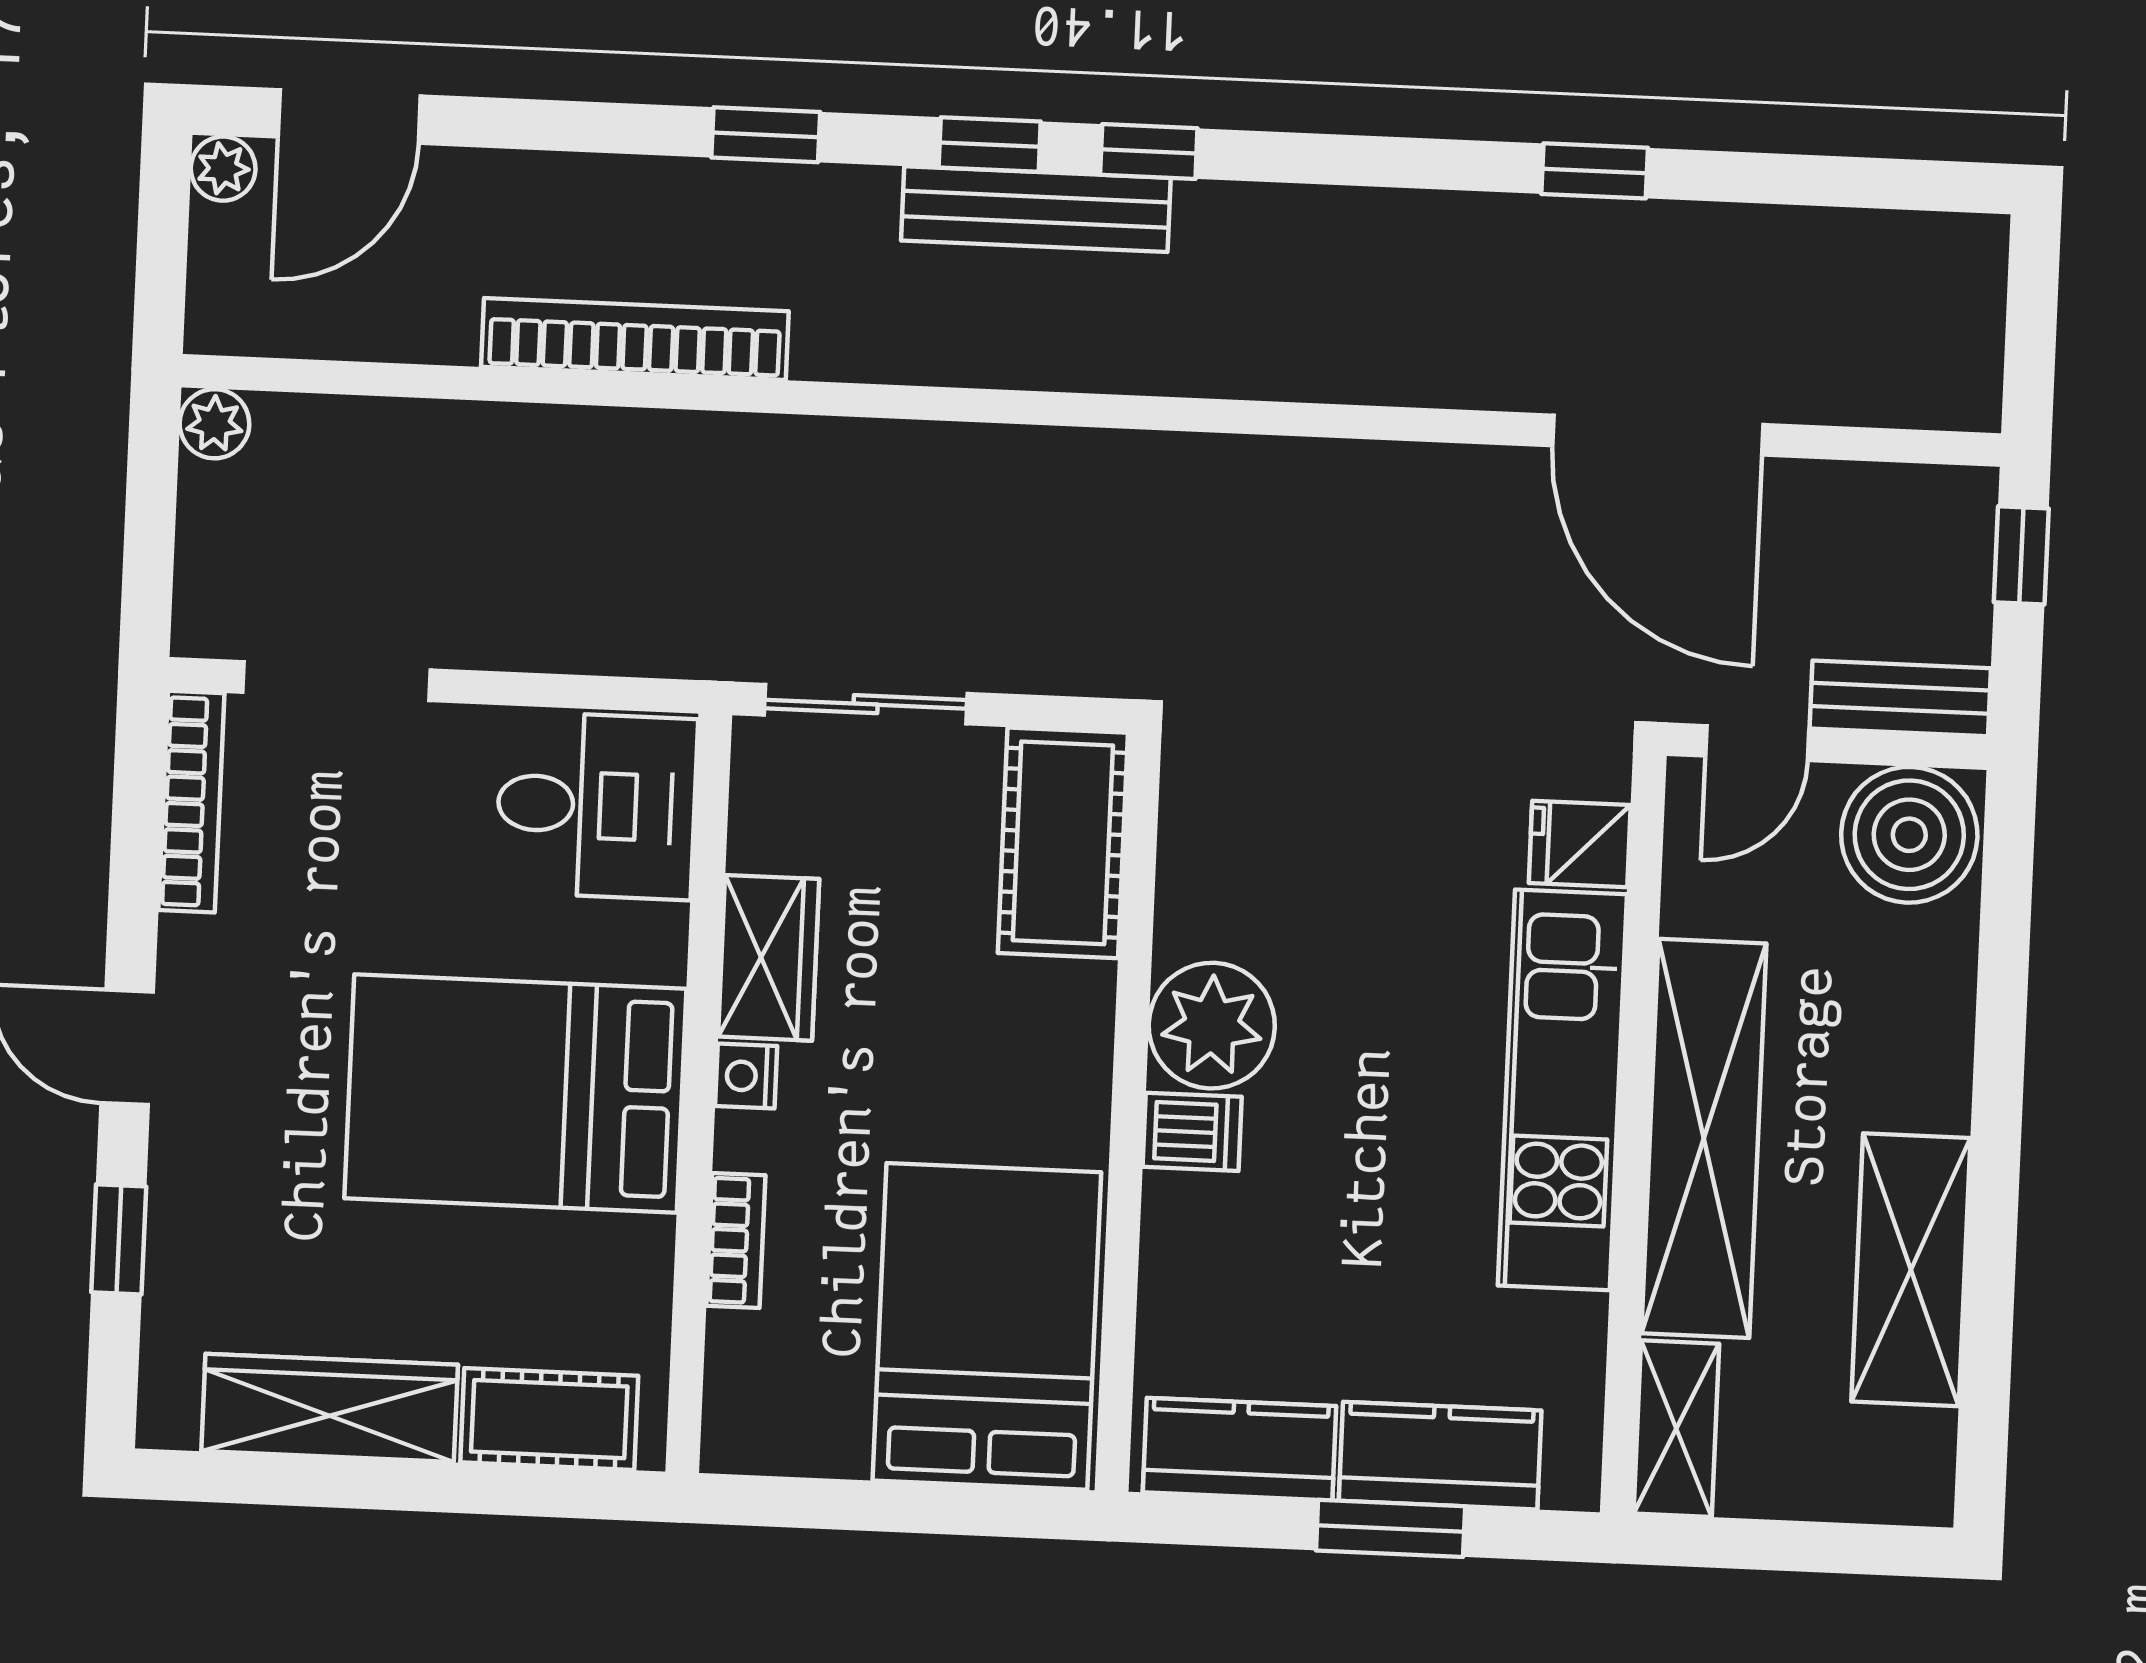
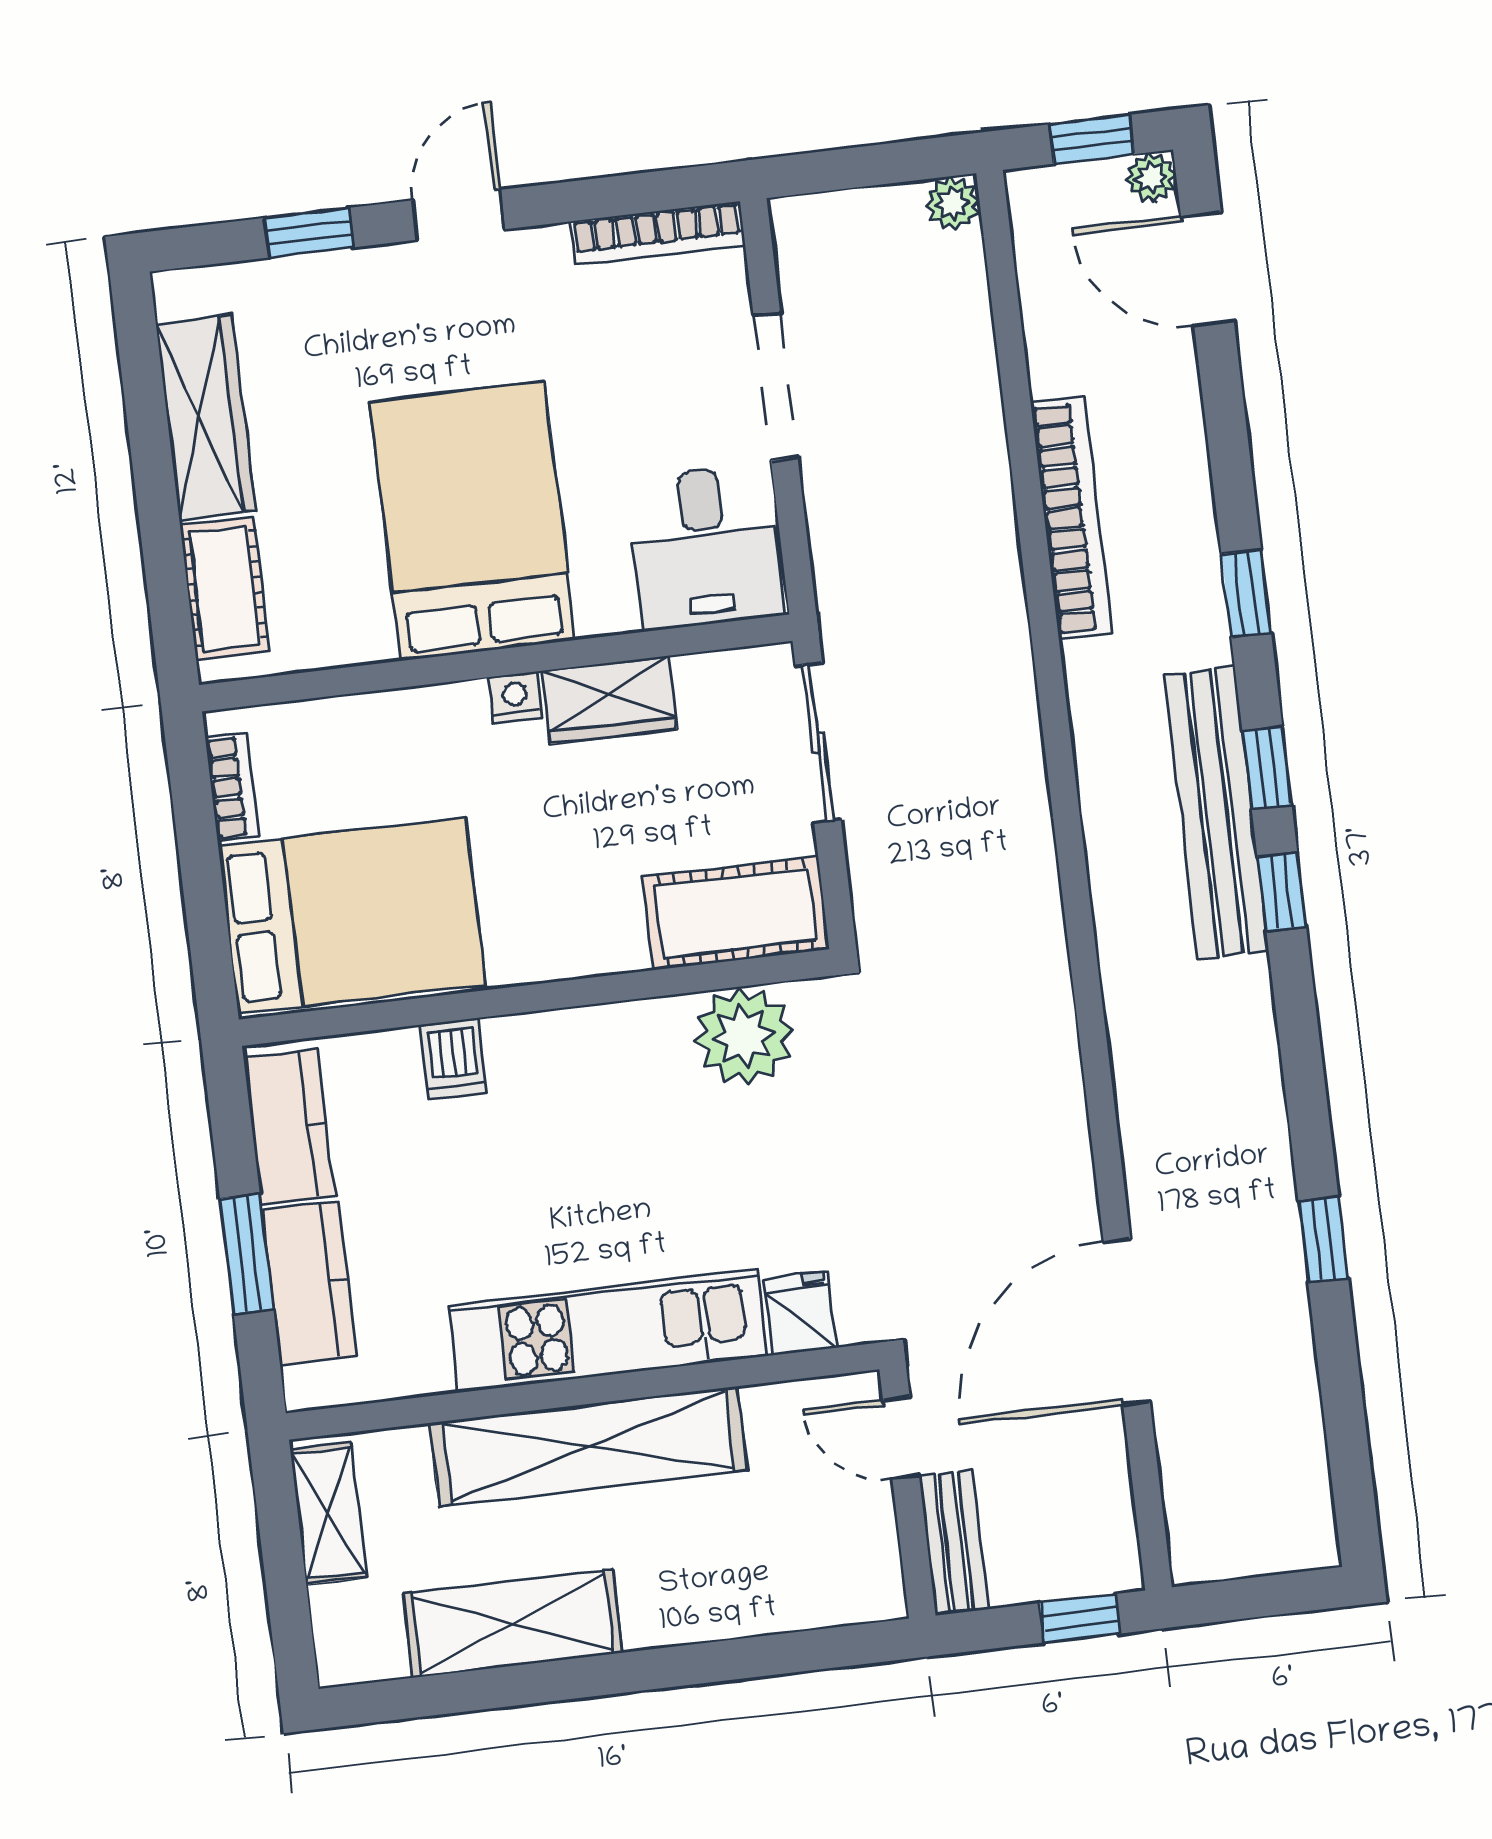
bench: (1036, 209) -> (1217, 813), width x1.37, depth x1.21
window: (163, 235) -> (1092, 139), added
doorway: (337, 681) -> (776, 386), moved
boiler: (1909, 835) -> (849, 1567), removed
plant: (1212, 1026) -> (744, 1036), moved
dishwasher: (1192, 1132) -> (453, 1059), moved
bookcase: (736, 1241) -> (232, 787), moved, turned -90
shelving: (1676, 1429) -> (328, 1513), moved, turned 90

